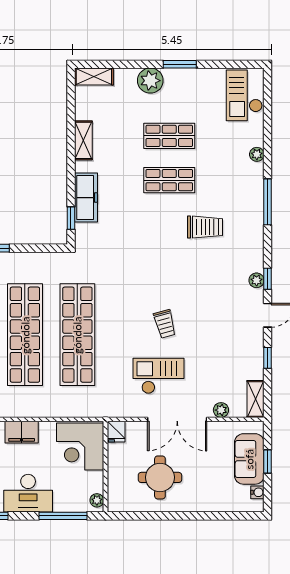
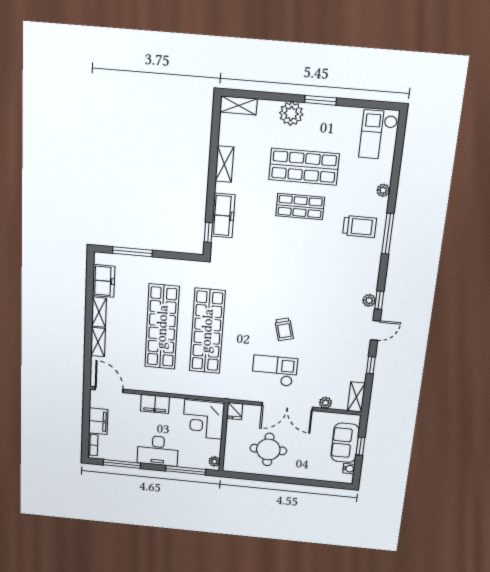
shop shelf: (169, 136) -> (304, 167), width x1.43, depth x1.36
trolley: (205, 227) -> (359, 227), moved

